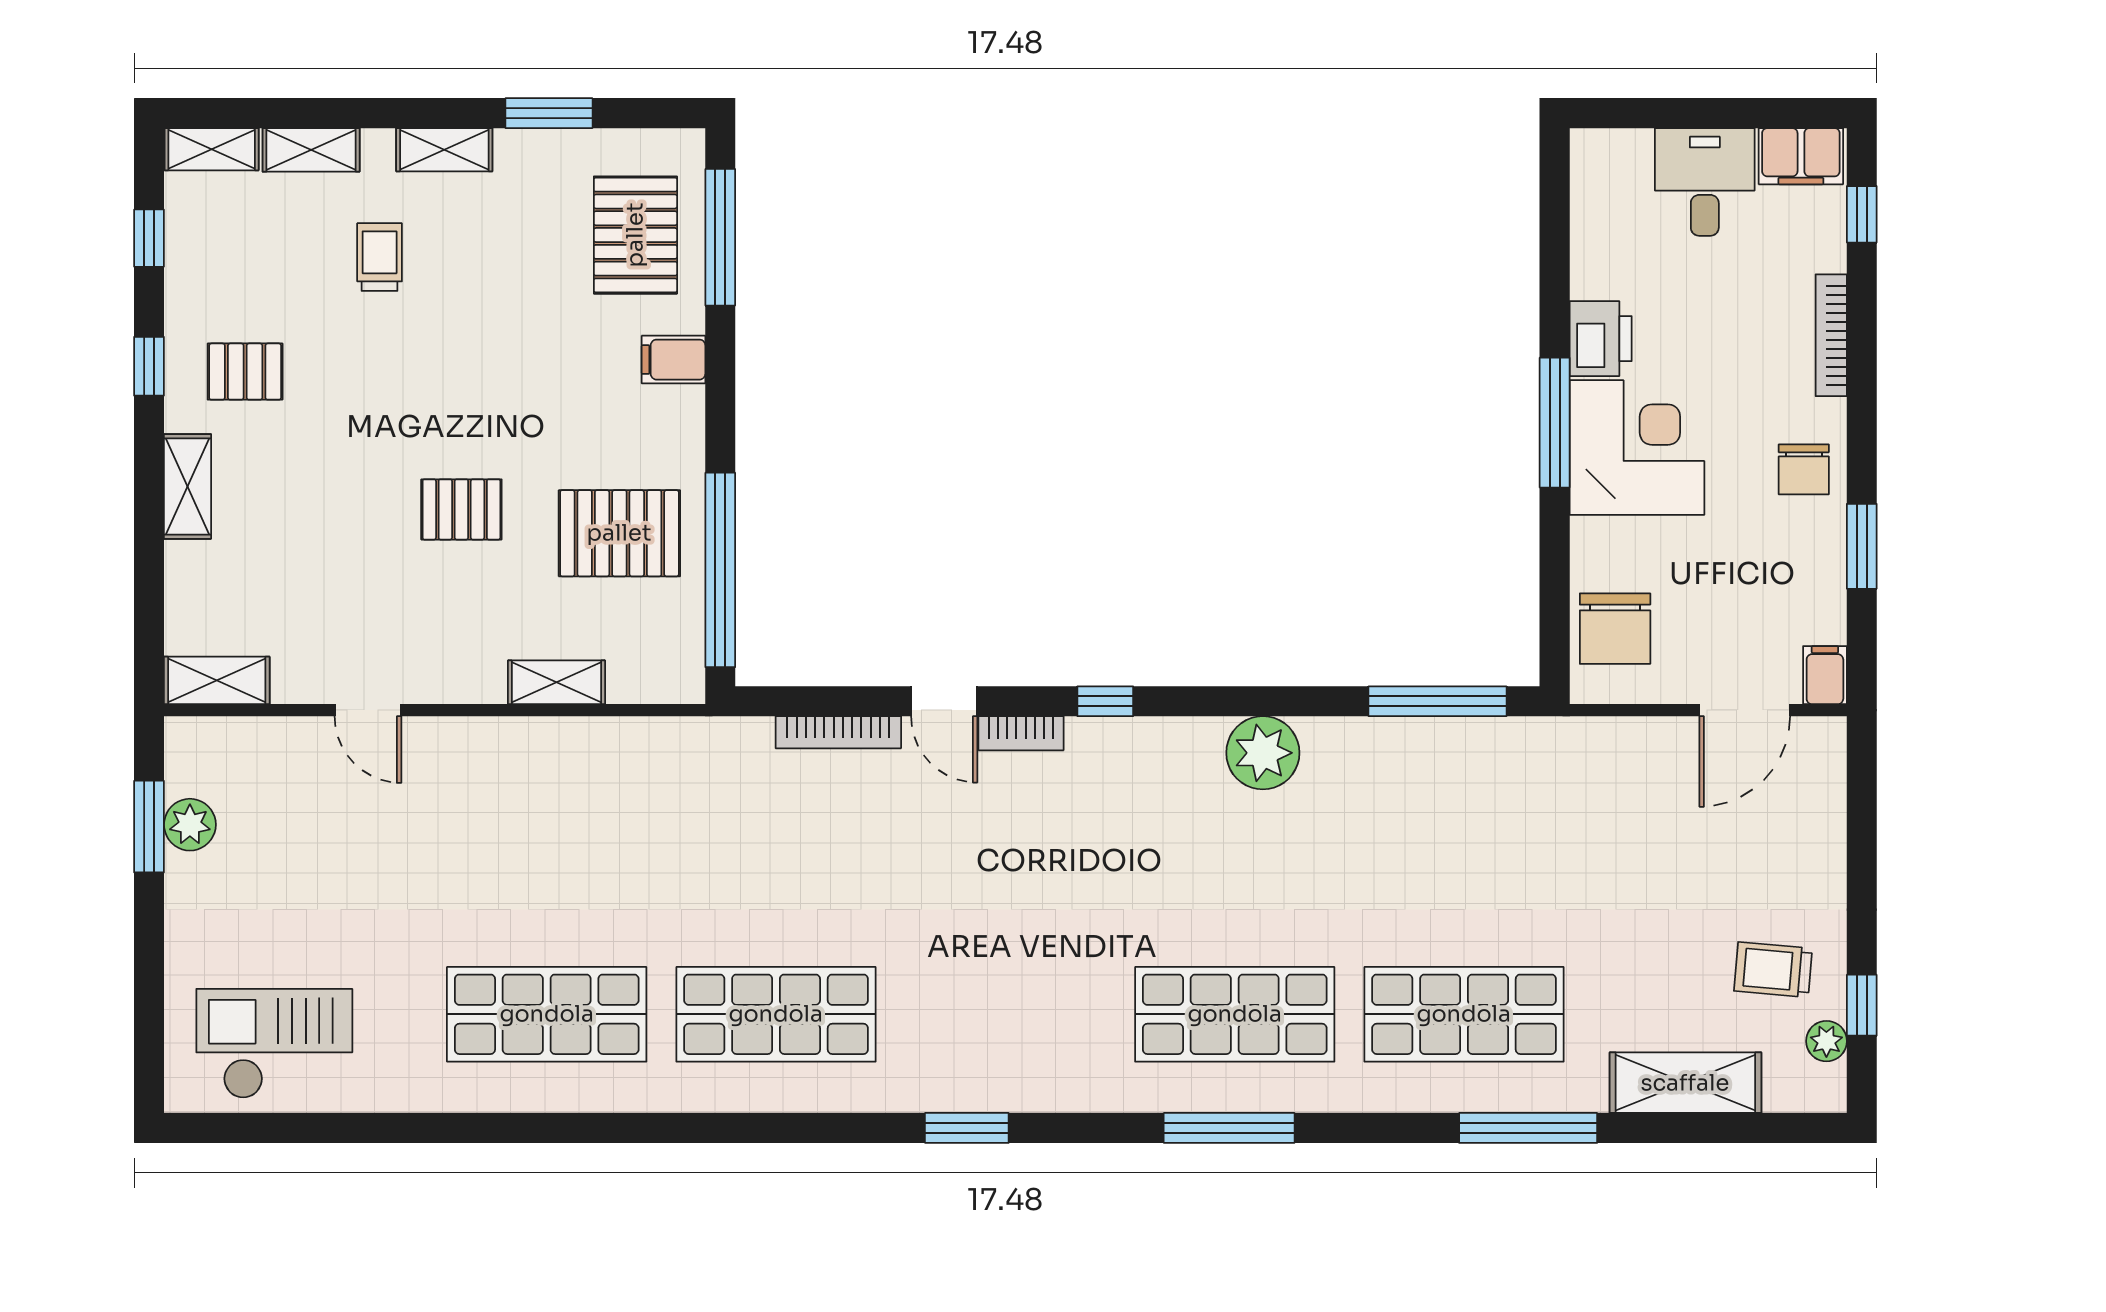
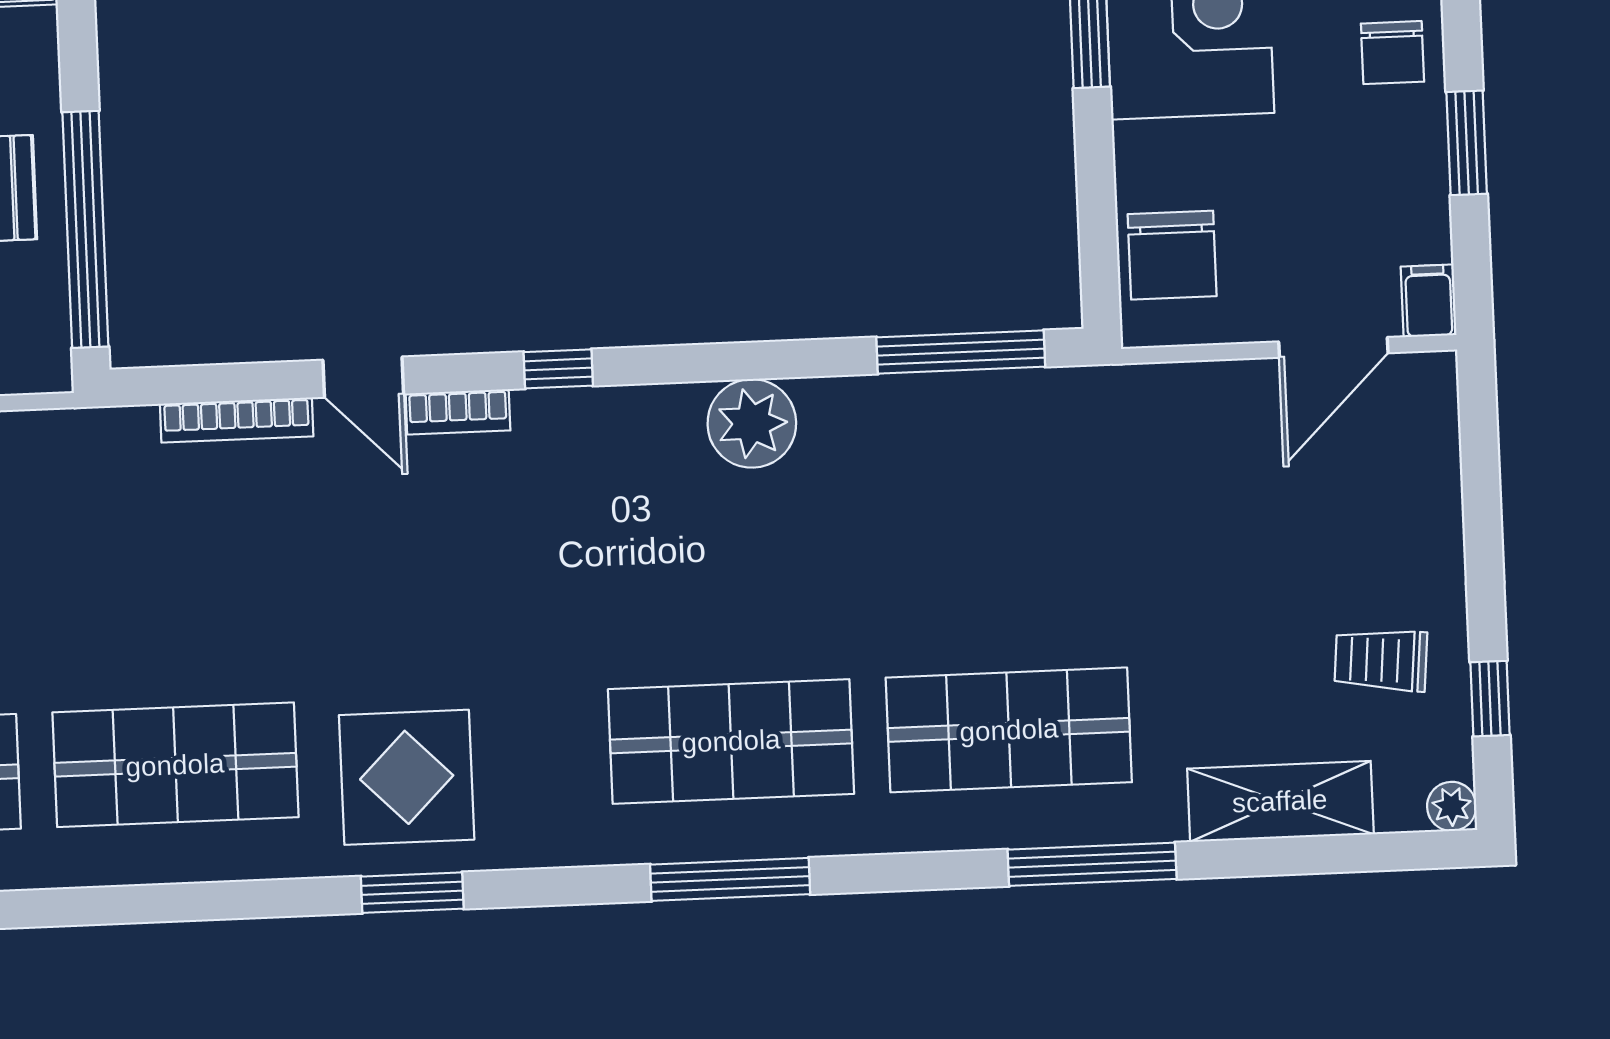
display table: (966, 1033) -> (407, 777), added
plant: (1826, 1041) -> (1452, 806), moved

